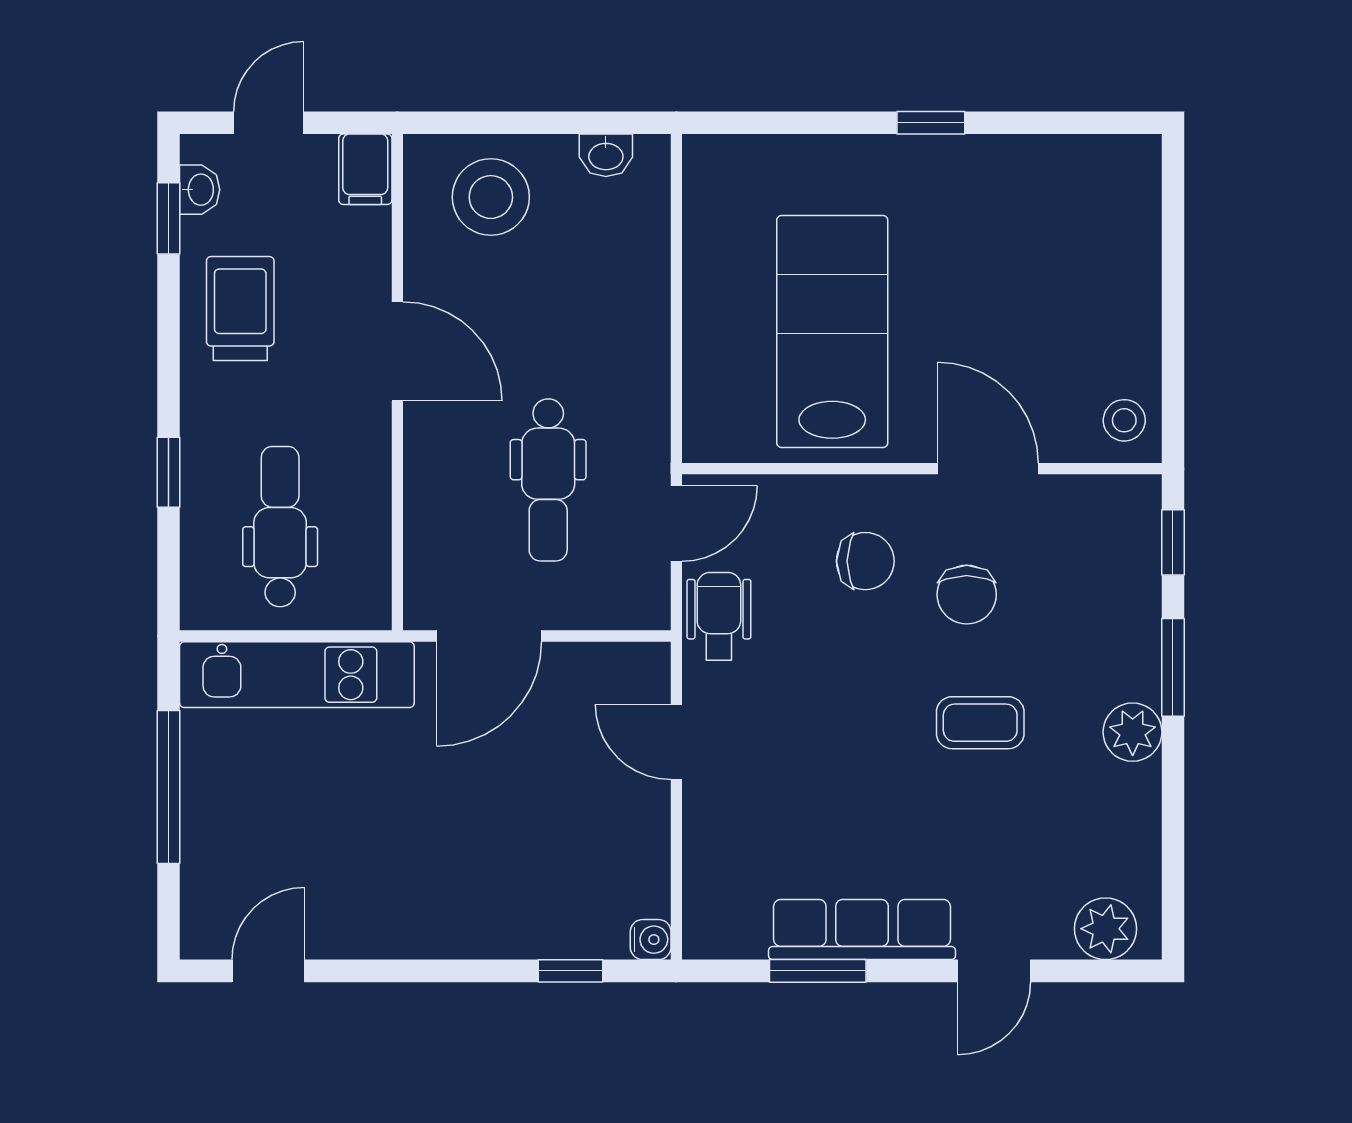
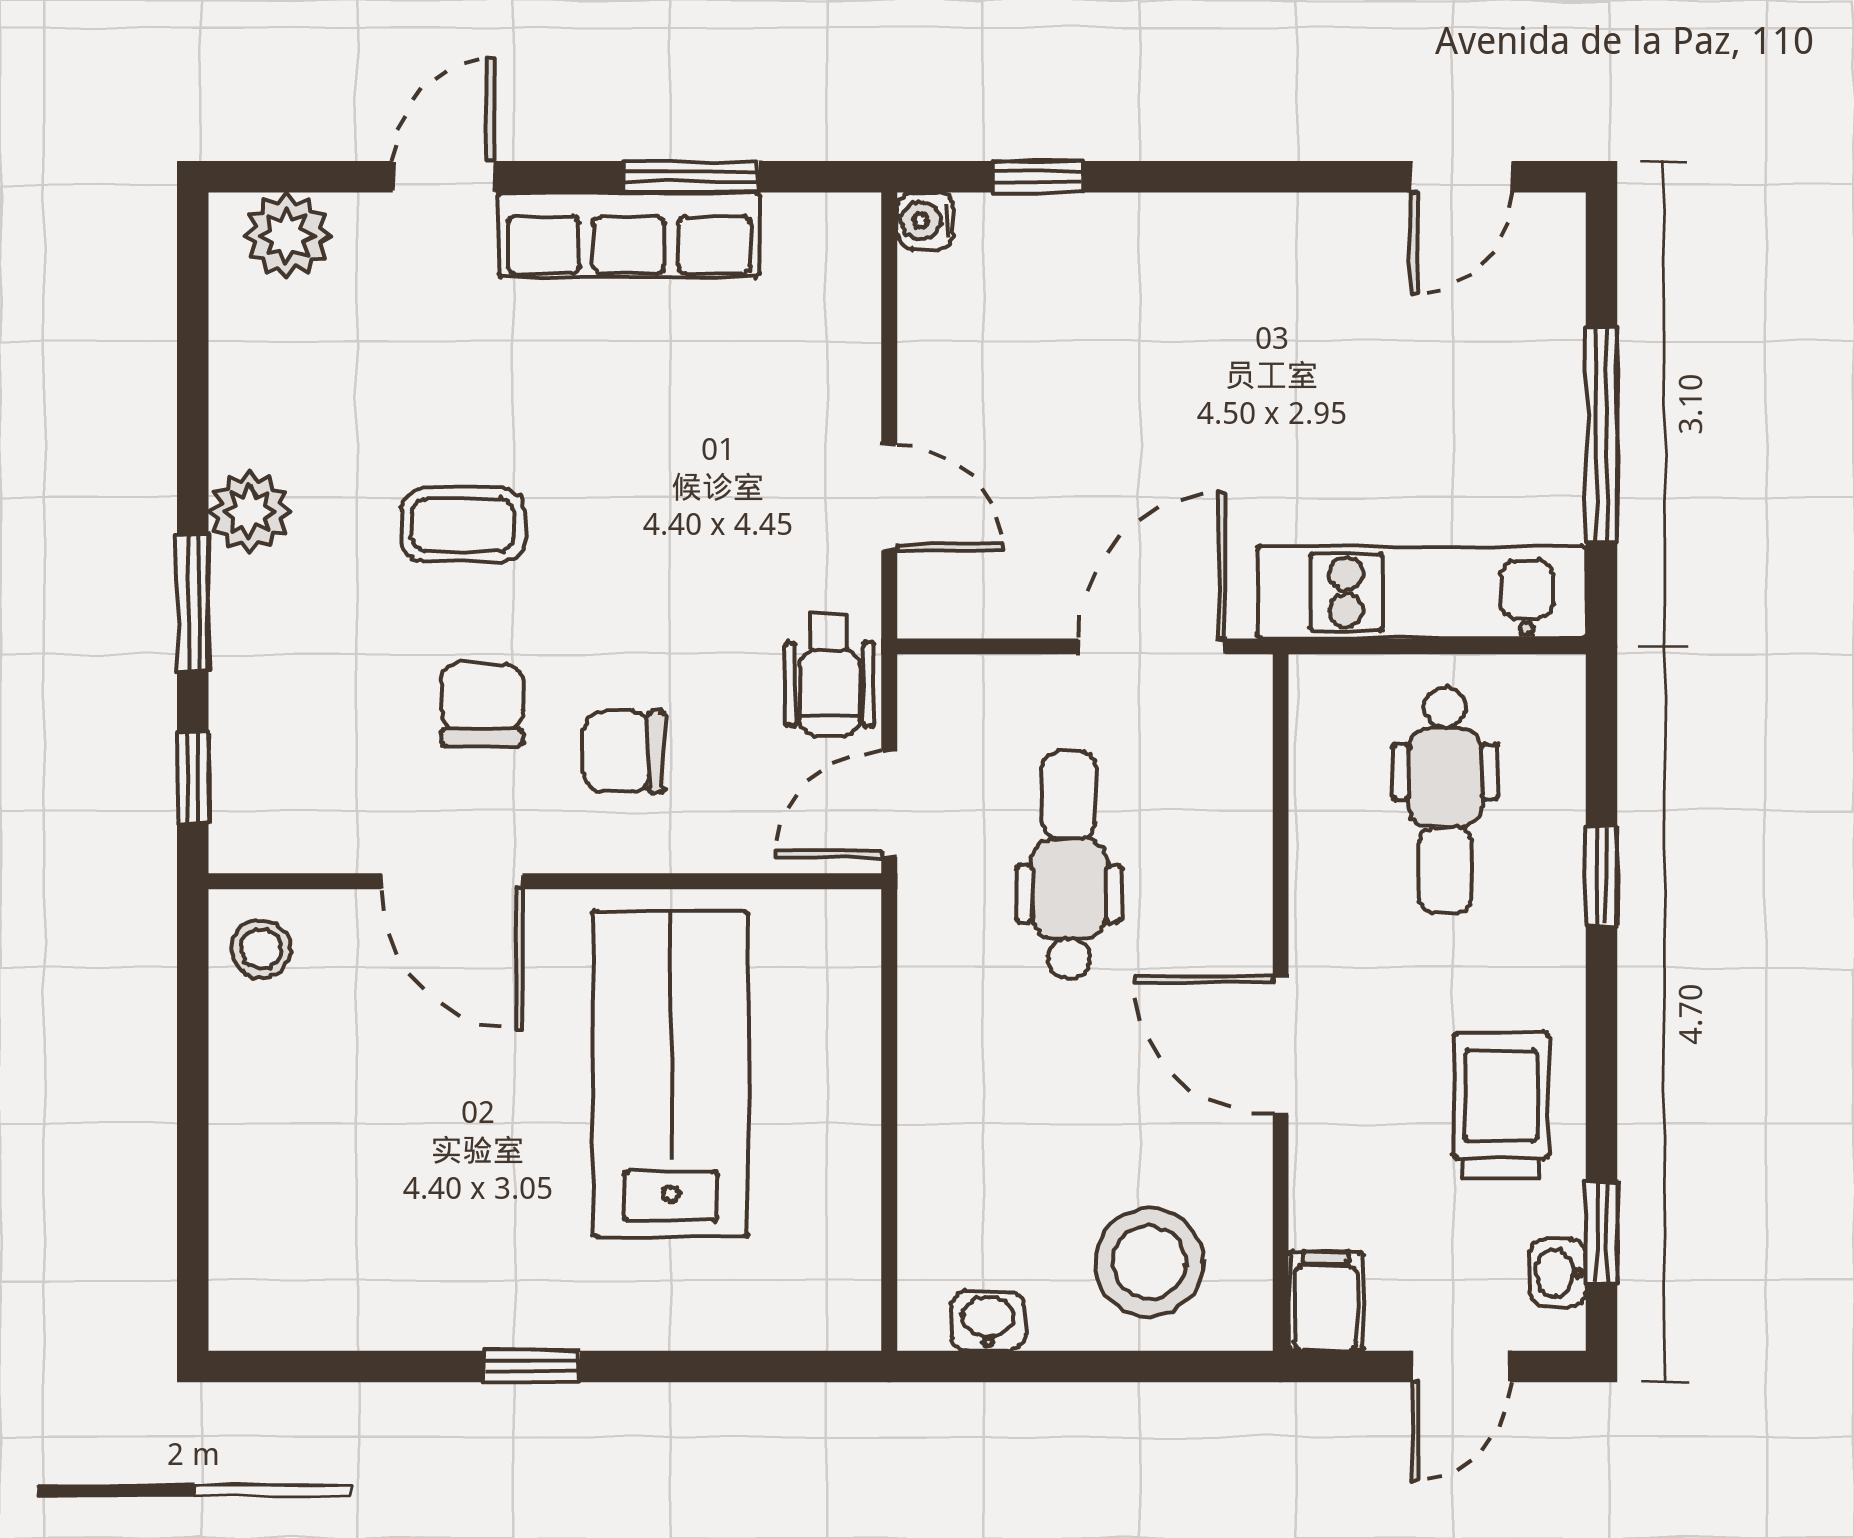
trolley: (240, 309) -> (1501, 1106), turned 180
lab bench: (832, 331) -> (671, 1074), turned 180

